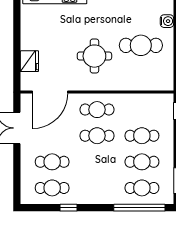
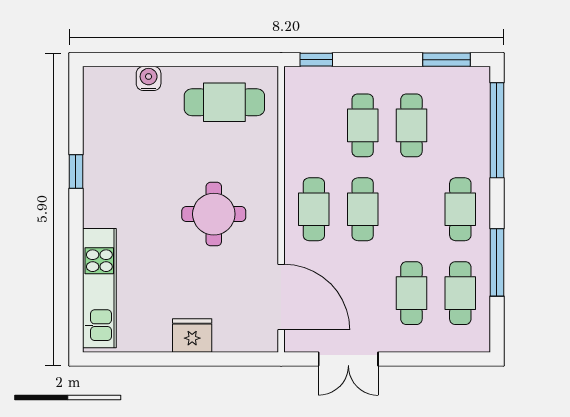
cafe table: (141, 45) -> (224, 102), moved, turned 90
fridge: (29, 61) -> (192, 335), moved
cafe table: (142, 188) -> (460, 209), moved
window: (69, 208) -> (497, 262), width x2.17

